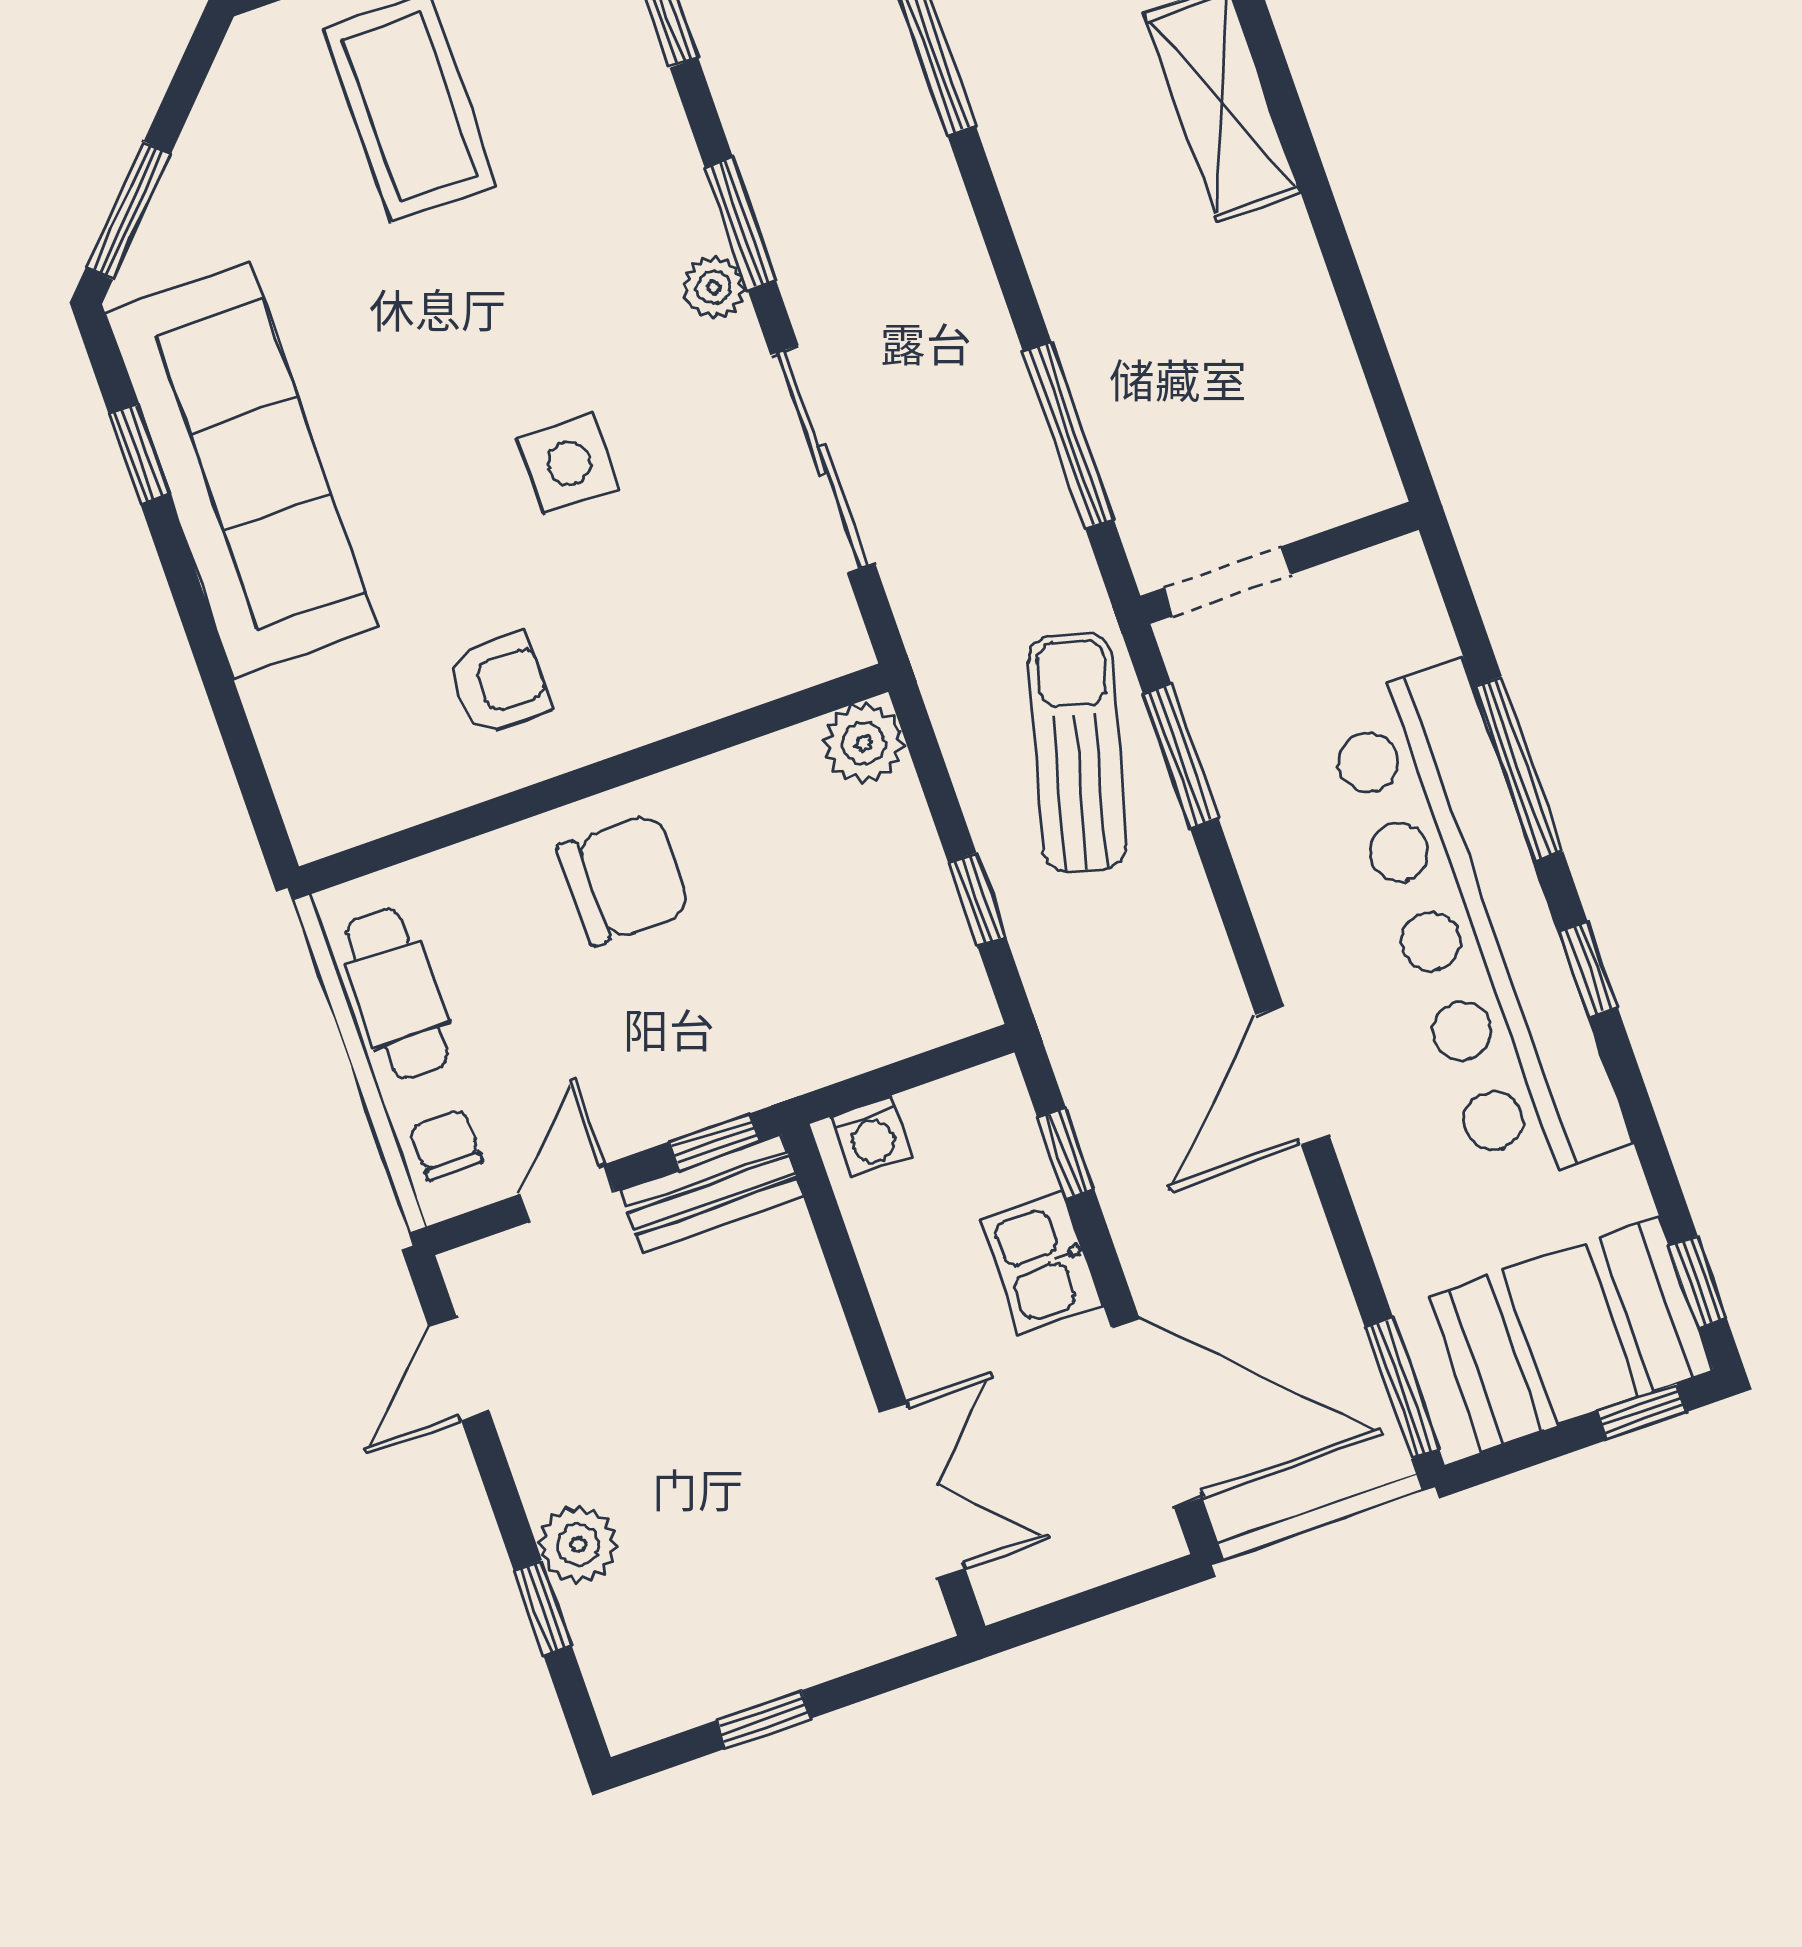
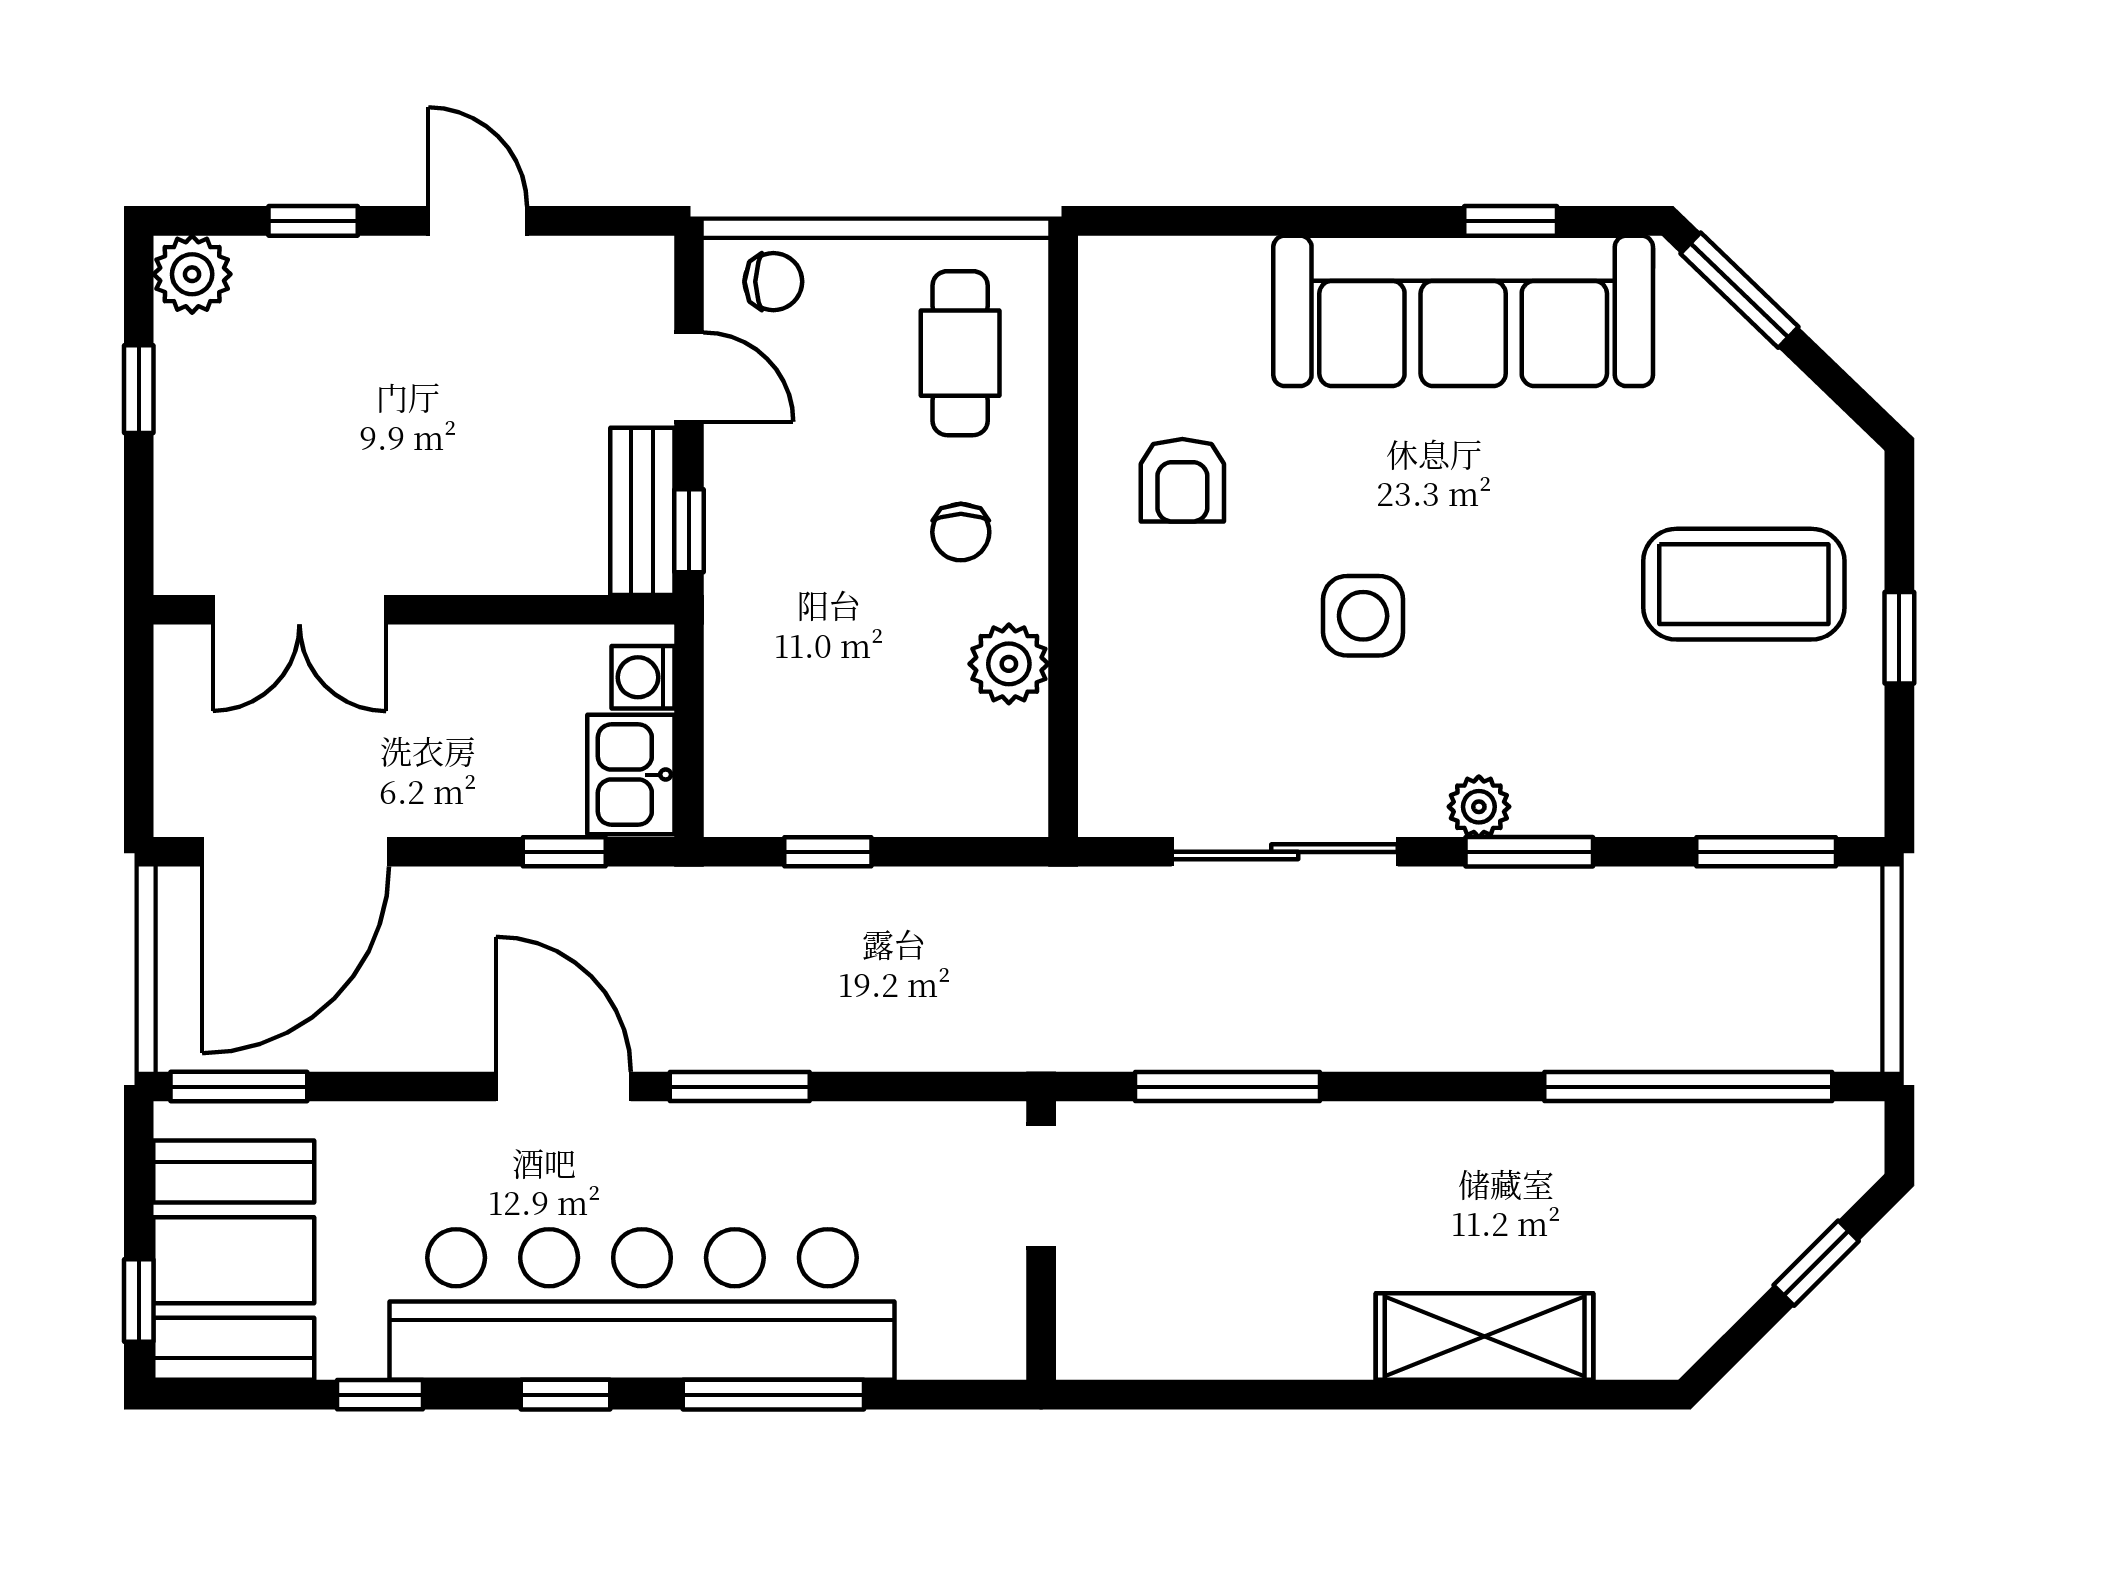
plant: (864, 743) -> (1009, 664), moved
sun lounger: (1077, 753) -> (931, 992), removed
window: (1181, 756) -> (740, 1087), moved
chair: (624, 879) -> (961, 532), width x0.54, depth x0.54
cafe table: (397, 994) -> (960, 353), moved, turned 90
kitchen sink: (1041, 1263) -> (631, 775), moved, turned -90
window: (1698, 1282) -> (380, 1395), moved
door: (459, 1369) -> (478, 221), moved
plant: (578, 1544) -> (192, 274), moved

